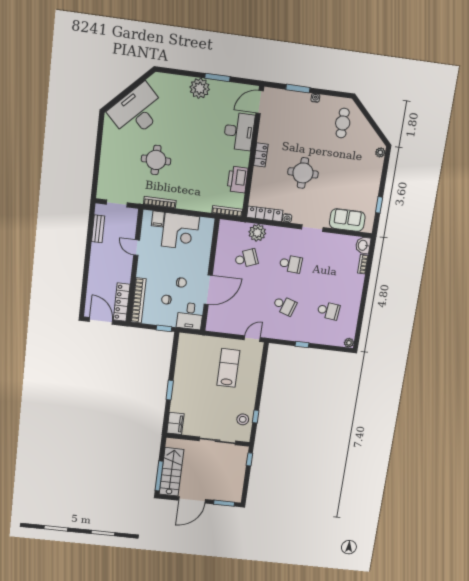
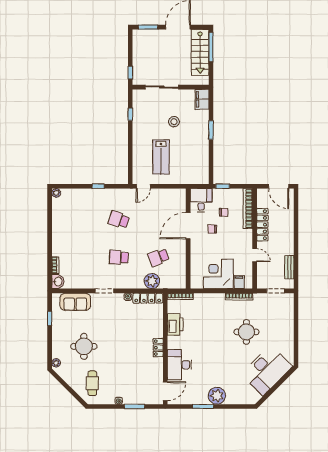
round table: (303, 173) -> (84, 346), moved
locker: (122, 302) -> (262, 225), moved
school desk: (328, 311) -> (79, 220), removed
stool: (243, 419) -> (174, 122), moved

